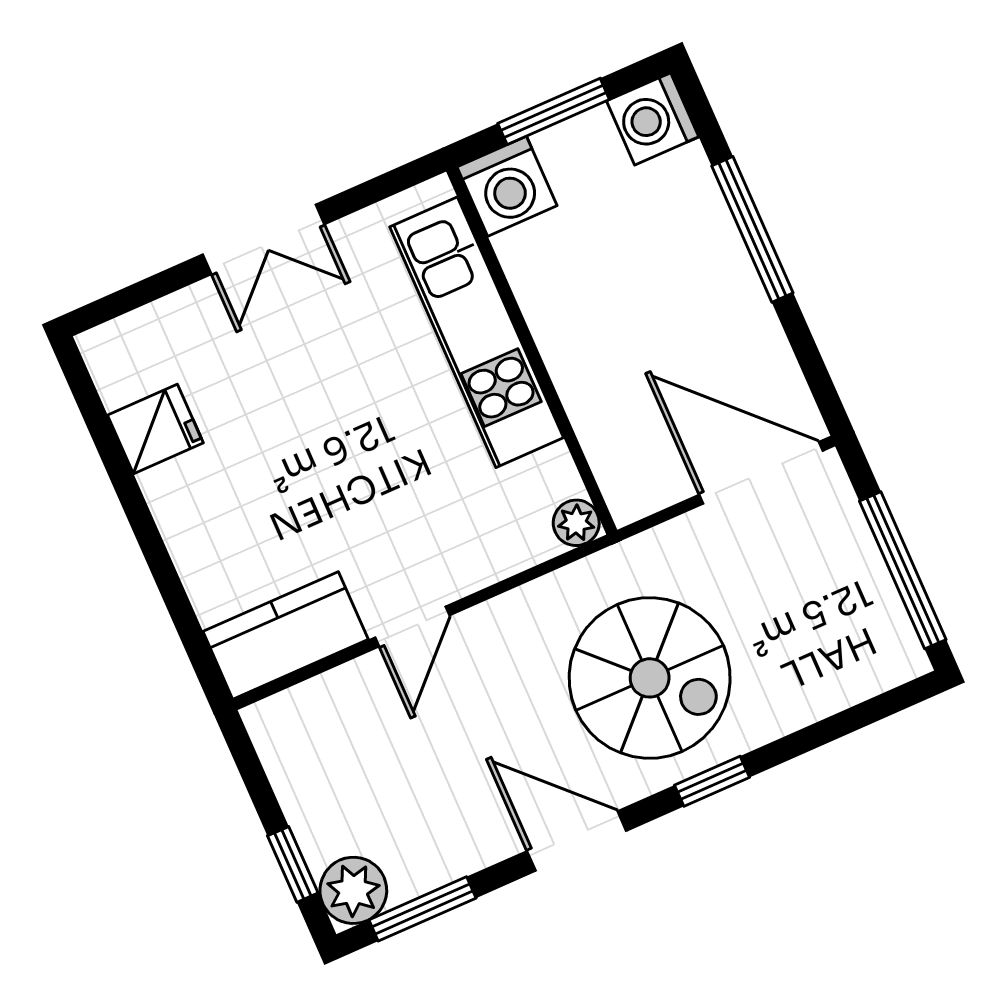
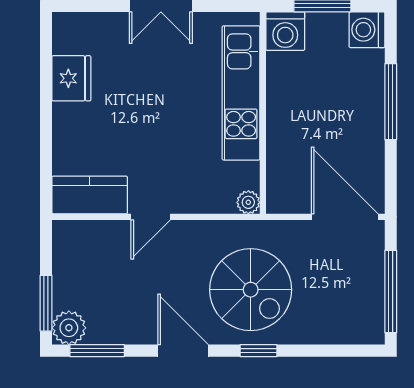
fridge: (155, 429) -> (71, 78), width x1.38
window: (293, 864) -> (46, 303), width x1.50

